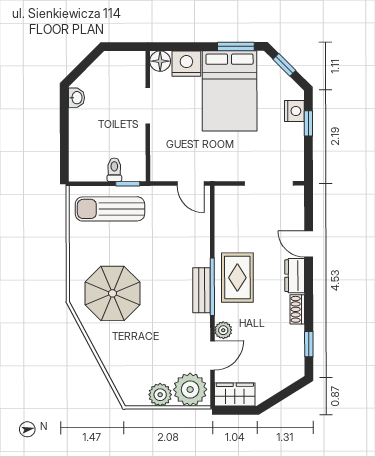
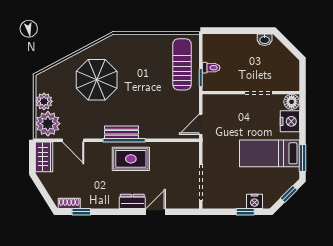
bed: (230, 91) -> (269, 153), width x0.67
parasol: (113, 293) -> (97, 80), moved
shoe rack: (297, 309) -> (69, 203), moved
plant: (223, 330) -> (92, 148), removed

